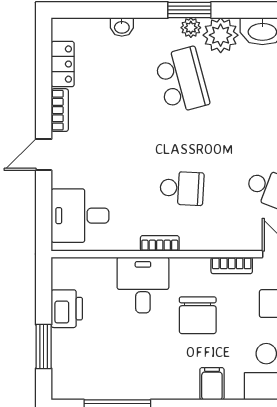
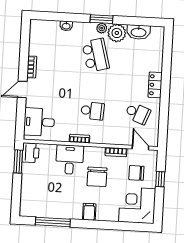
locker: (63, 64) -> (35, 43), removed
printer: (67, 309) -> (31, 153), moved
window: (44, 347) -> (18, 162), moved
filing cabinet: (212, 384) -> (89, 212), moved

